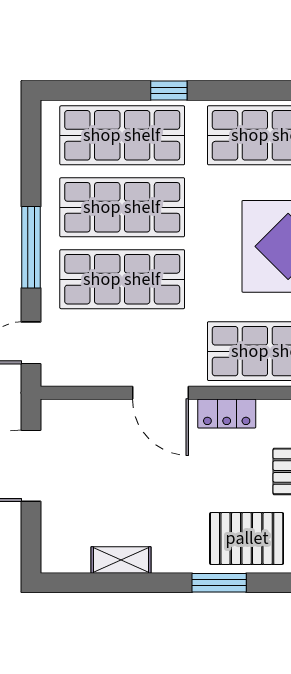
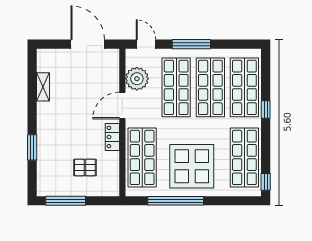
plant: (104, 362) -> (137, 79), added
pallet: (247, 538) -> (53, 146), removed
window: (219, 583) -> (32, 147), moved

